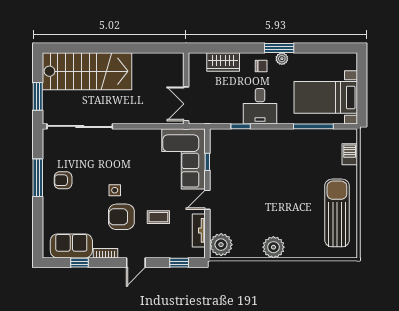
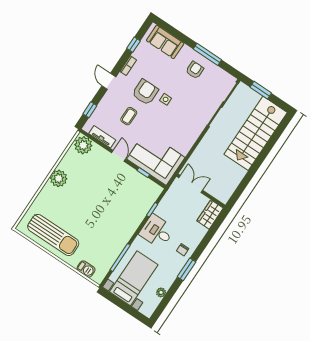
plant: (282, 59) -> (161, 292), moved
wardrobe: (223, 62) -> (210, 214), moved
sofa: (71, 246) -> (165, 42), moved, turned 90

